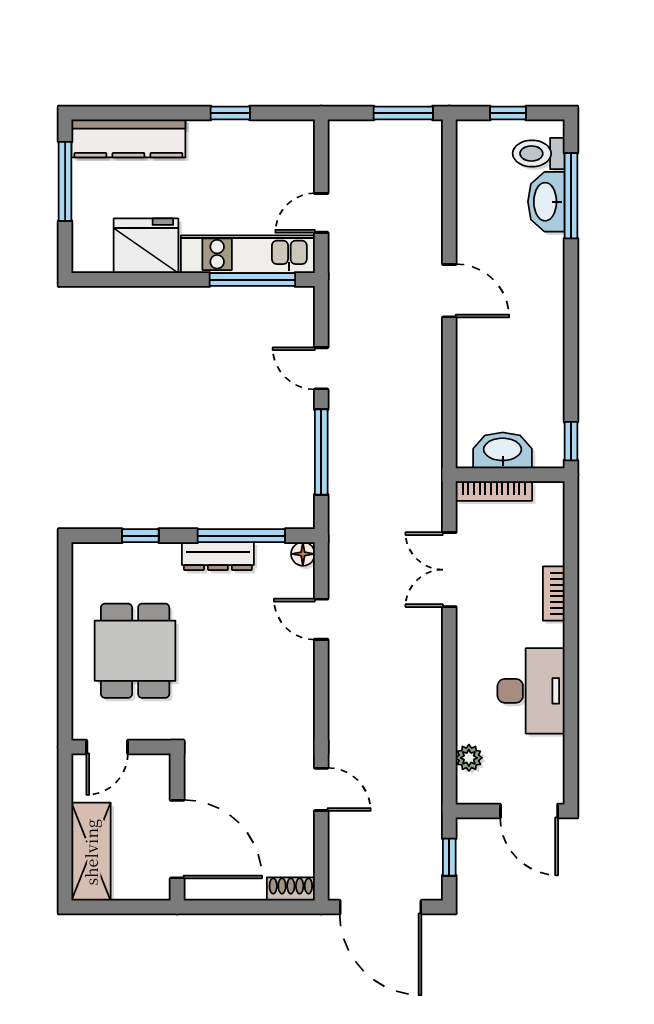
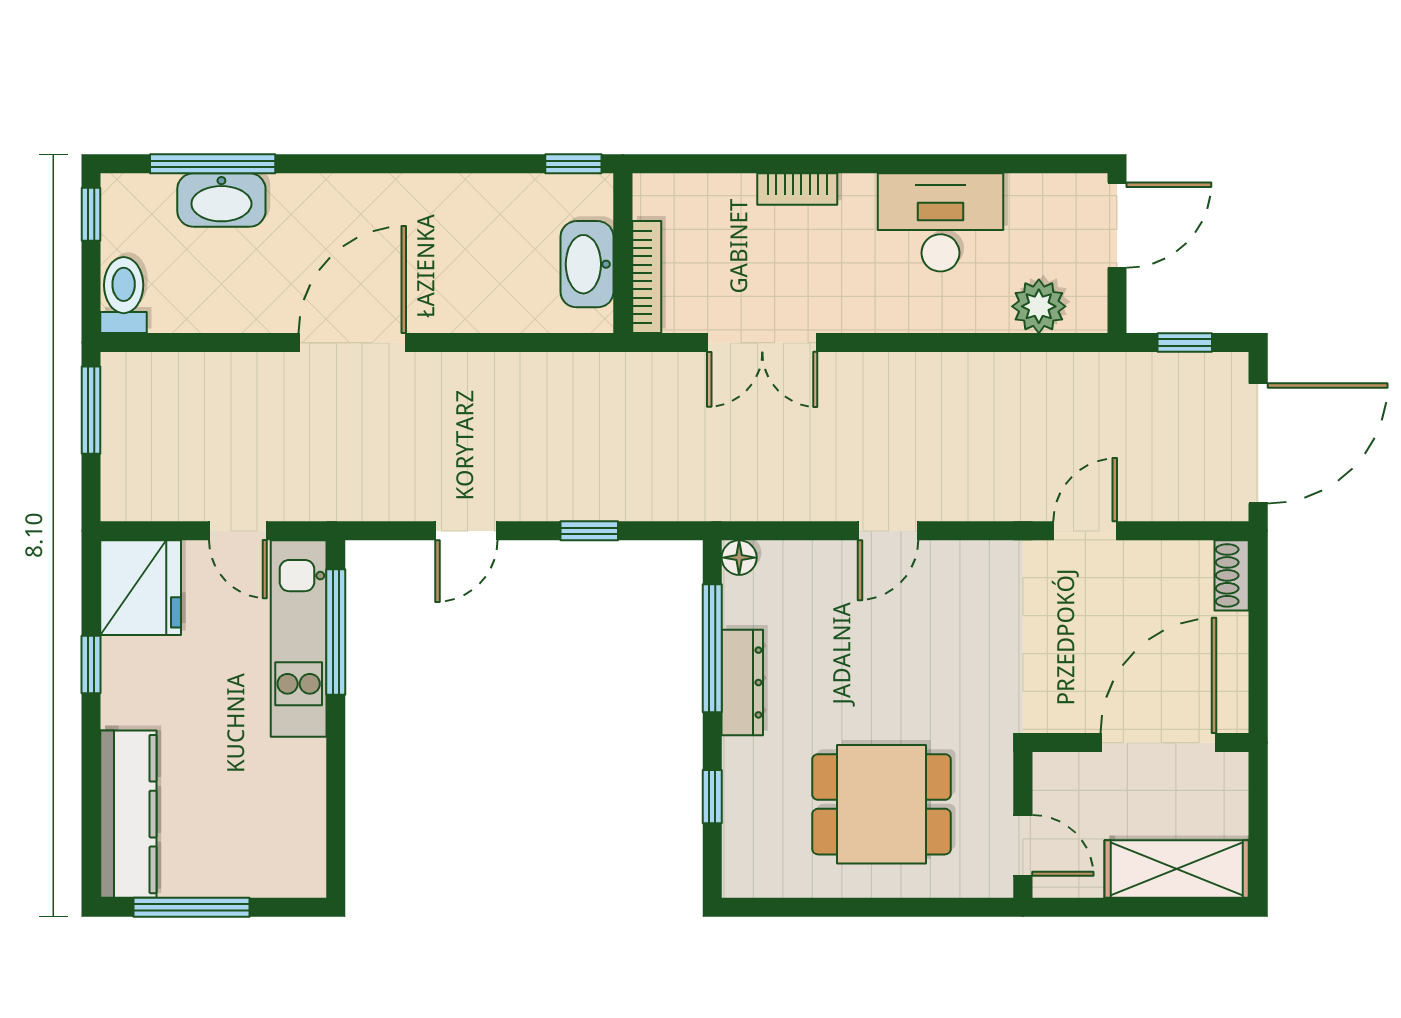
window: (508, 113) -> (91, 214), moved
toilet: (539, 153) -> (124, 295), moved, turned 180
fridge: (146, 246) -> (141, 588), moved, turned 180
door: (449, 291) -> (352, 343), width x1.36
window: (321, 452) -> (589, 531), width x0.46
door: (321, 619) -> (888, 531), moved
plant: (469, 758) -> (1039, 306), width x1.38, depth x1.38

